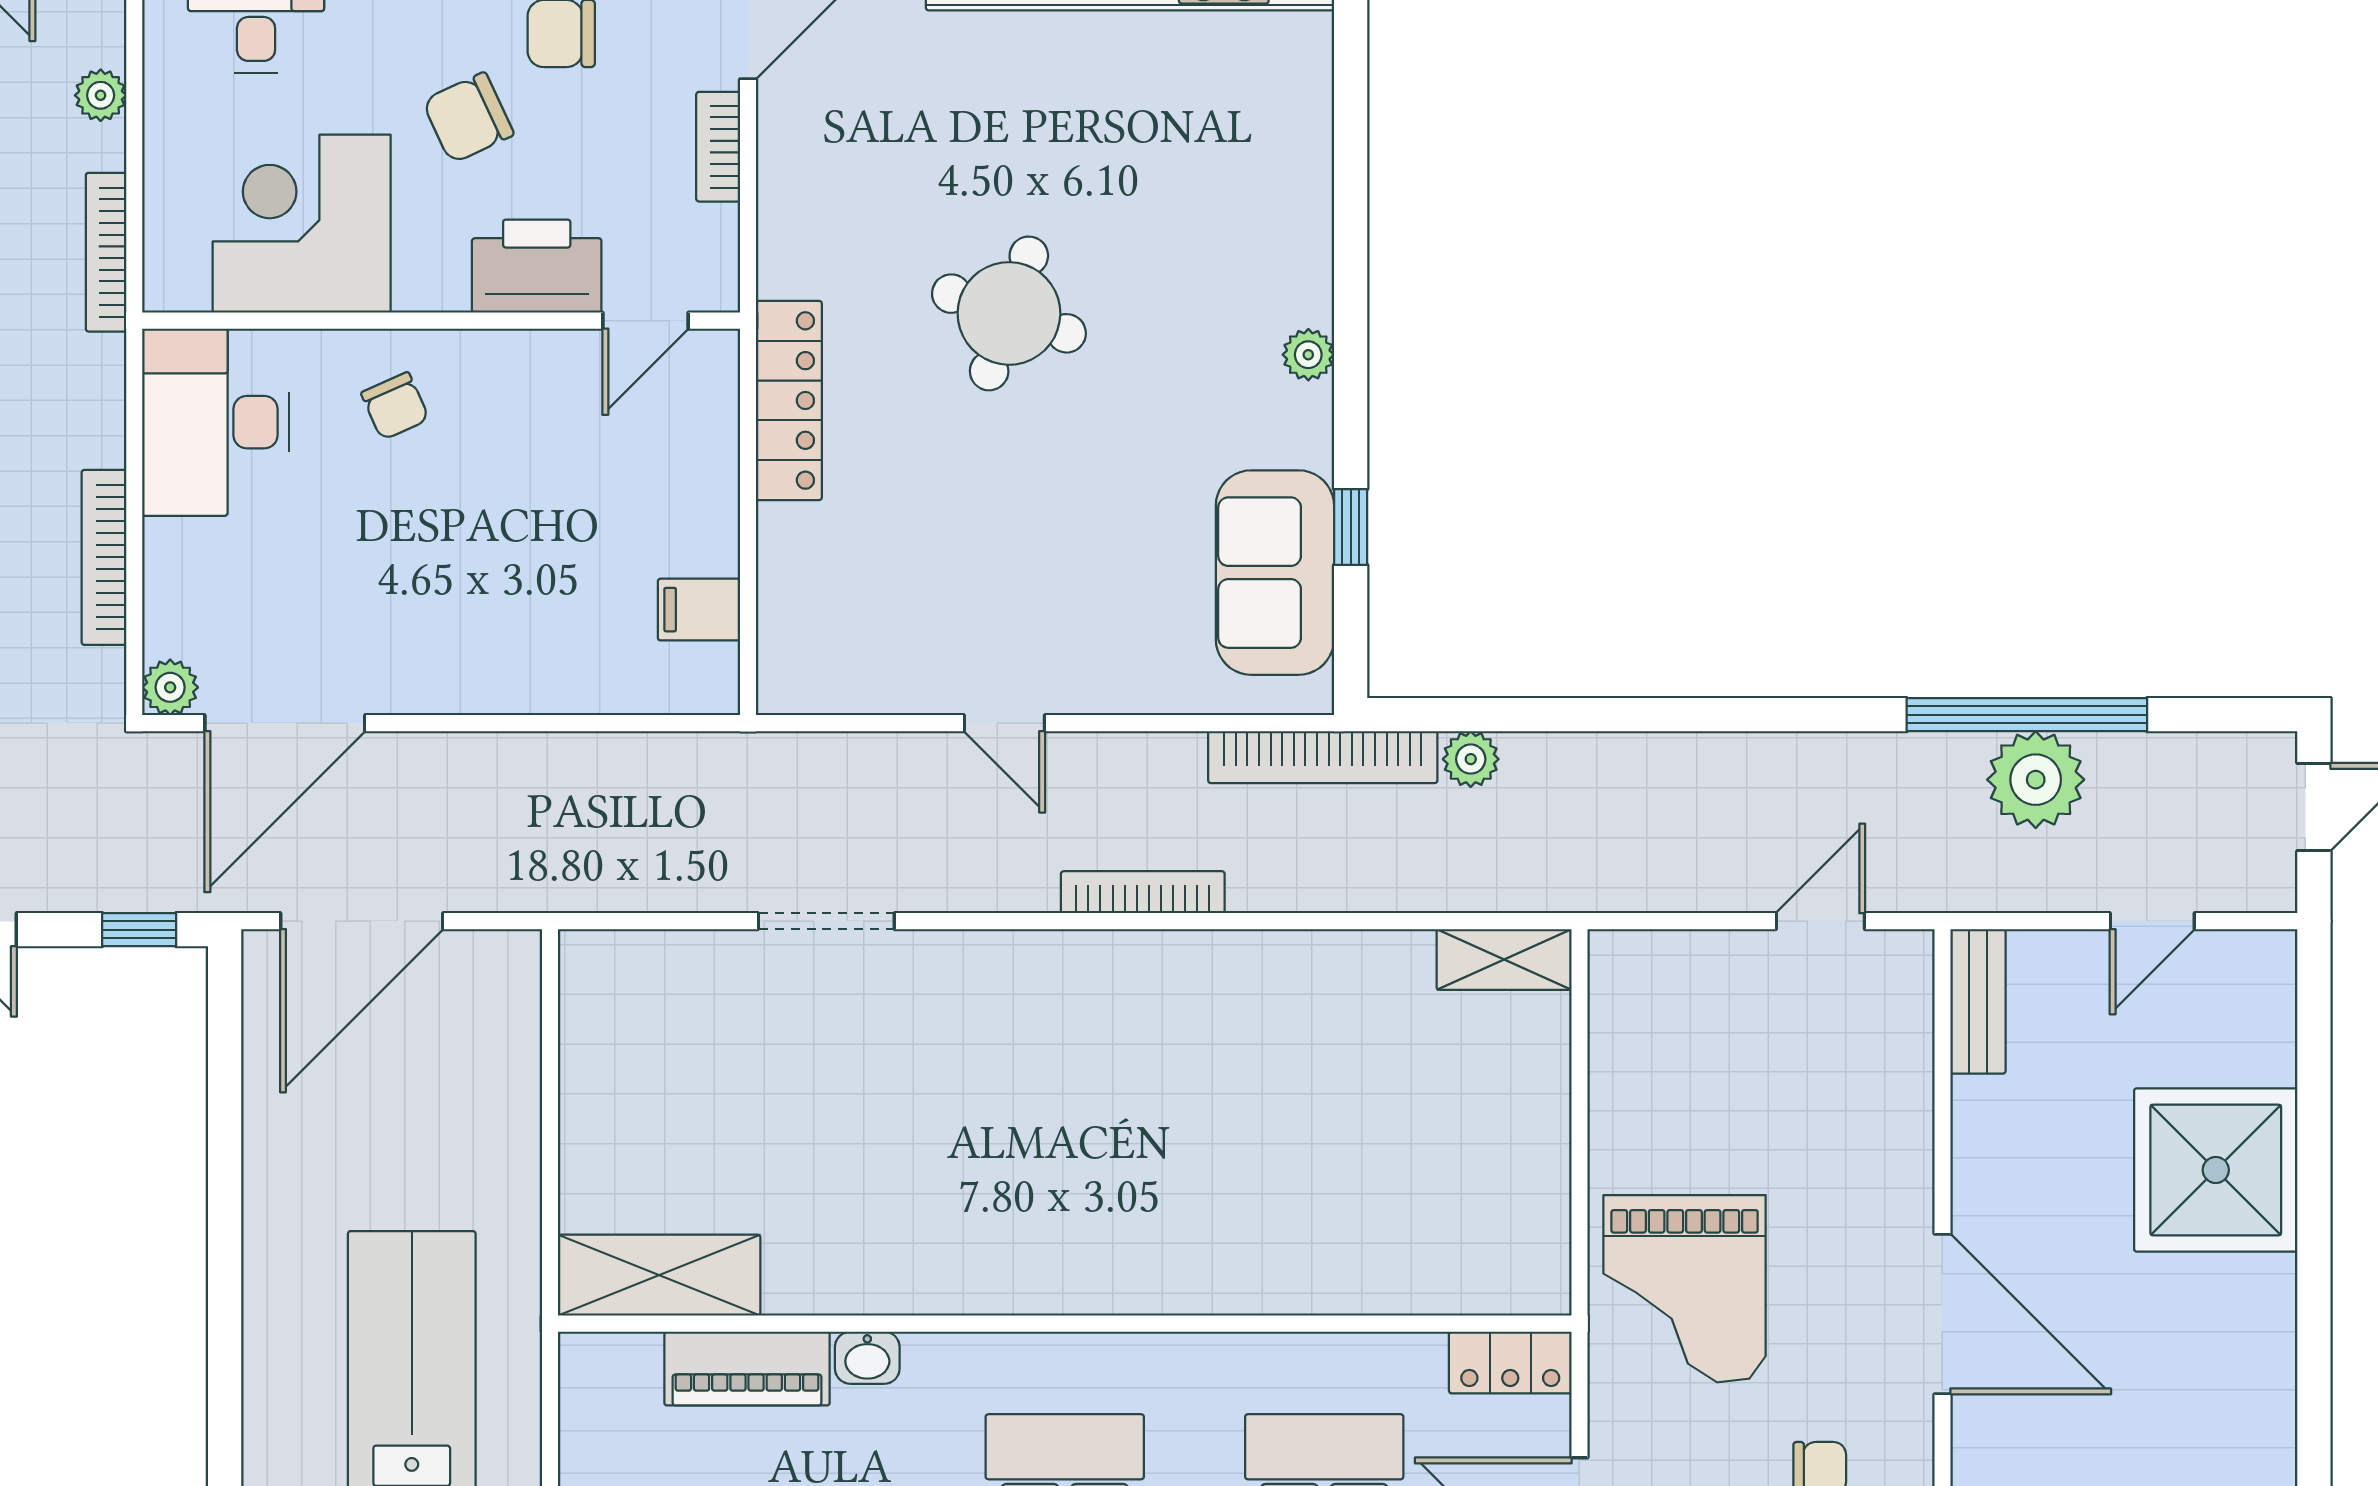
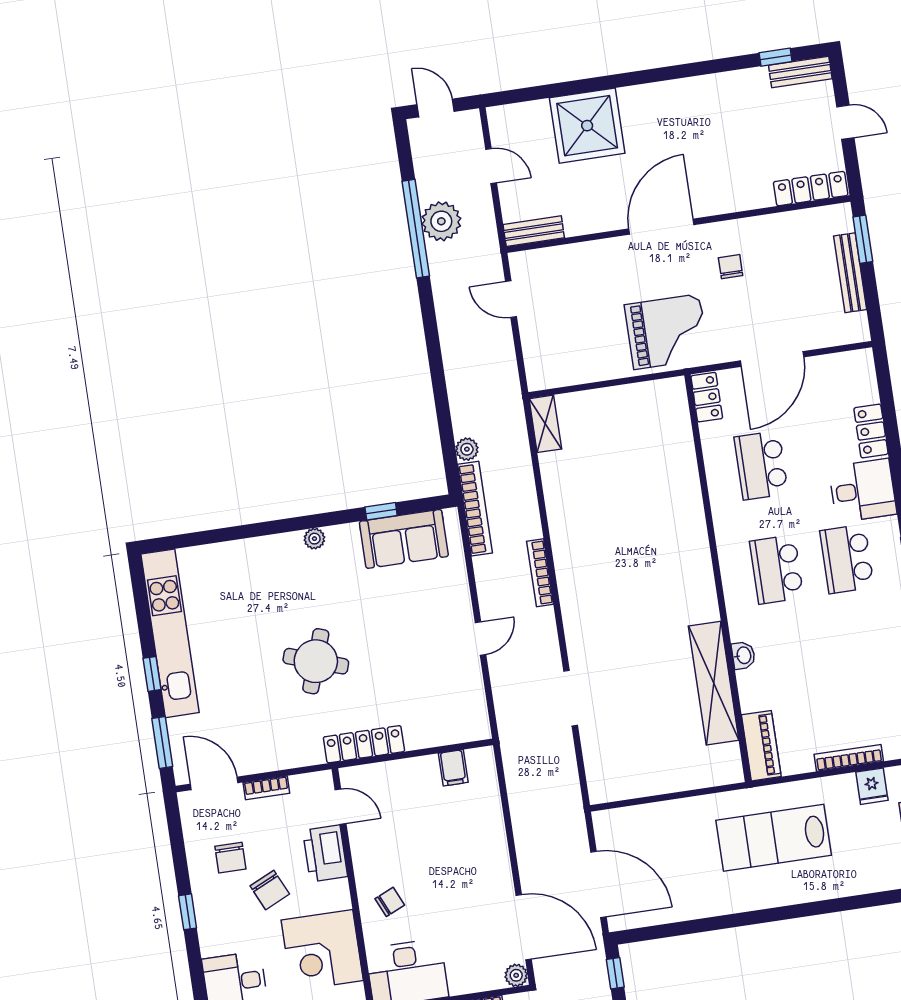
shelving: (659, 1275) -> (714, 683), moved, width x1.47
piano: (747, 1369) -> (761, 746), moved

